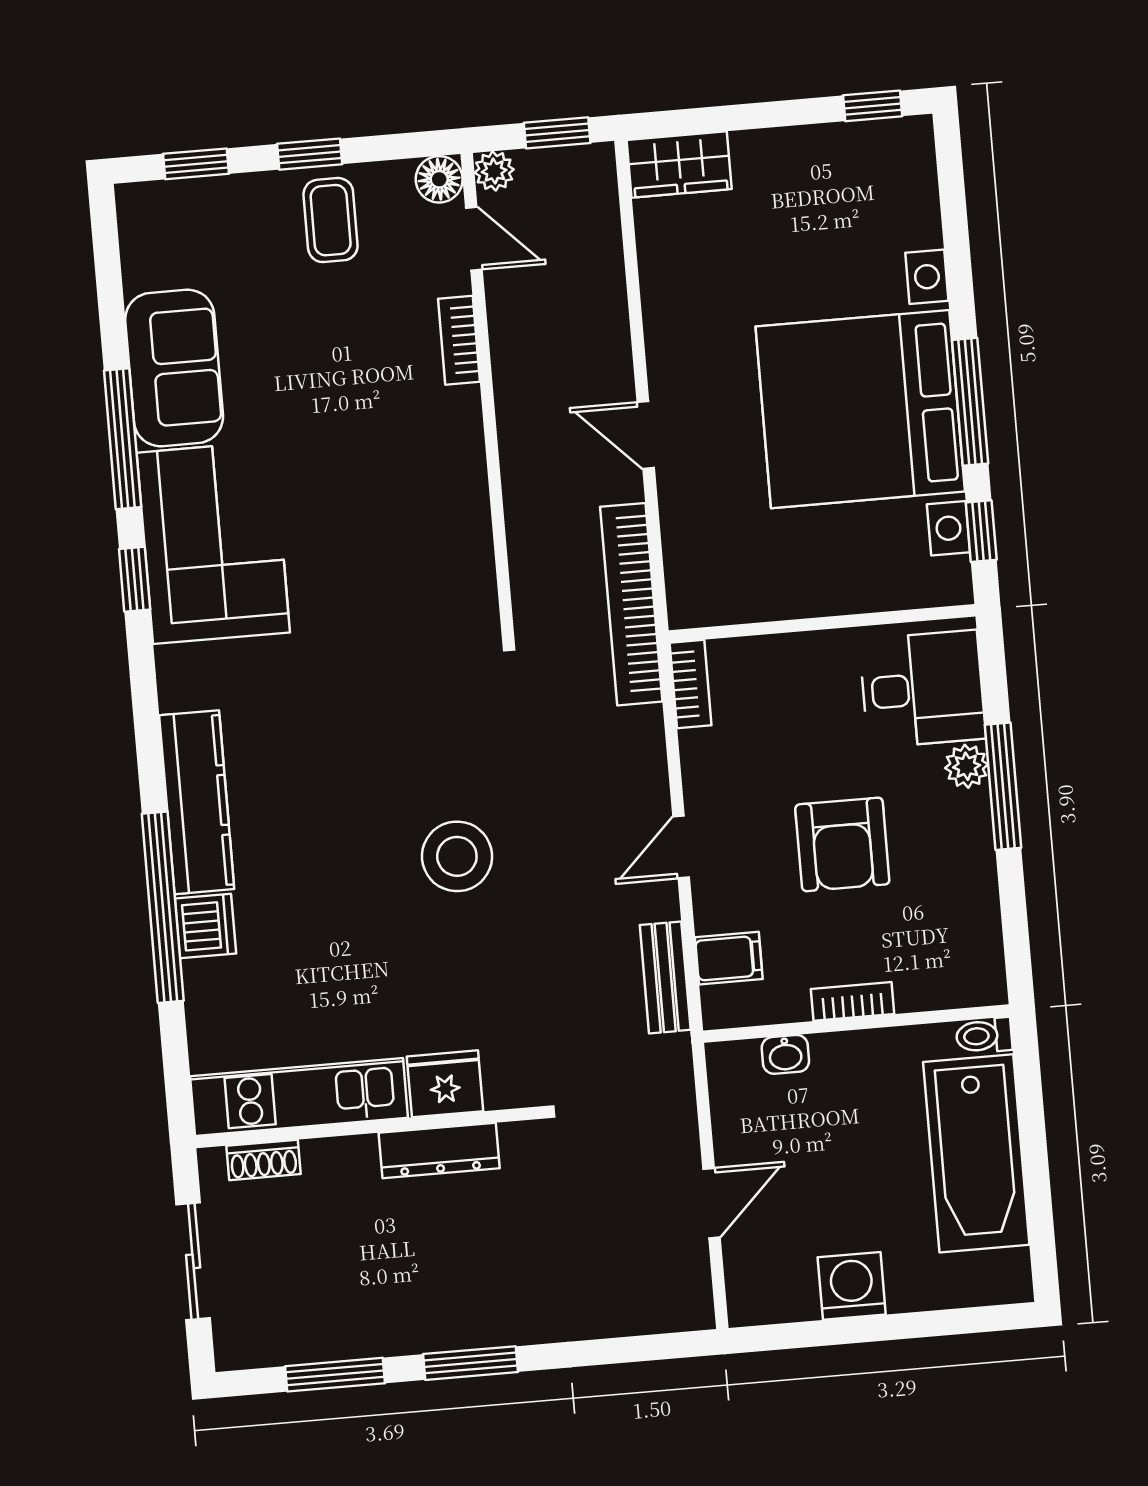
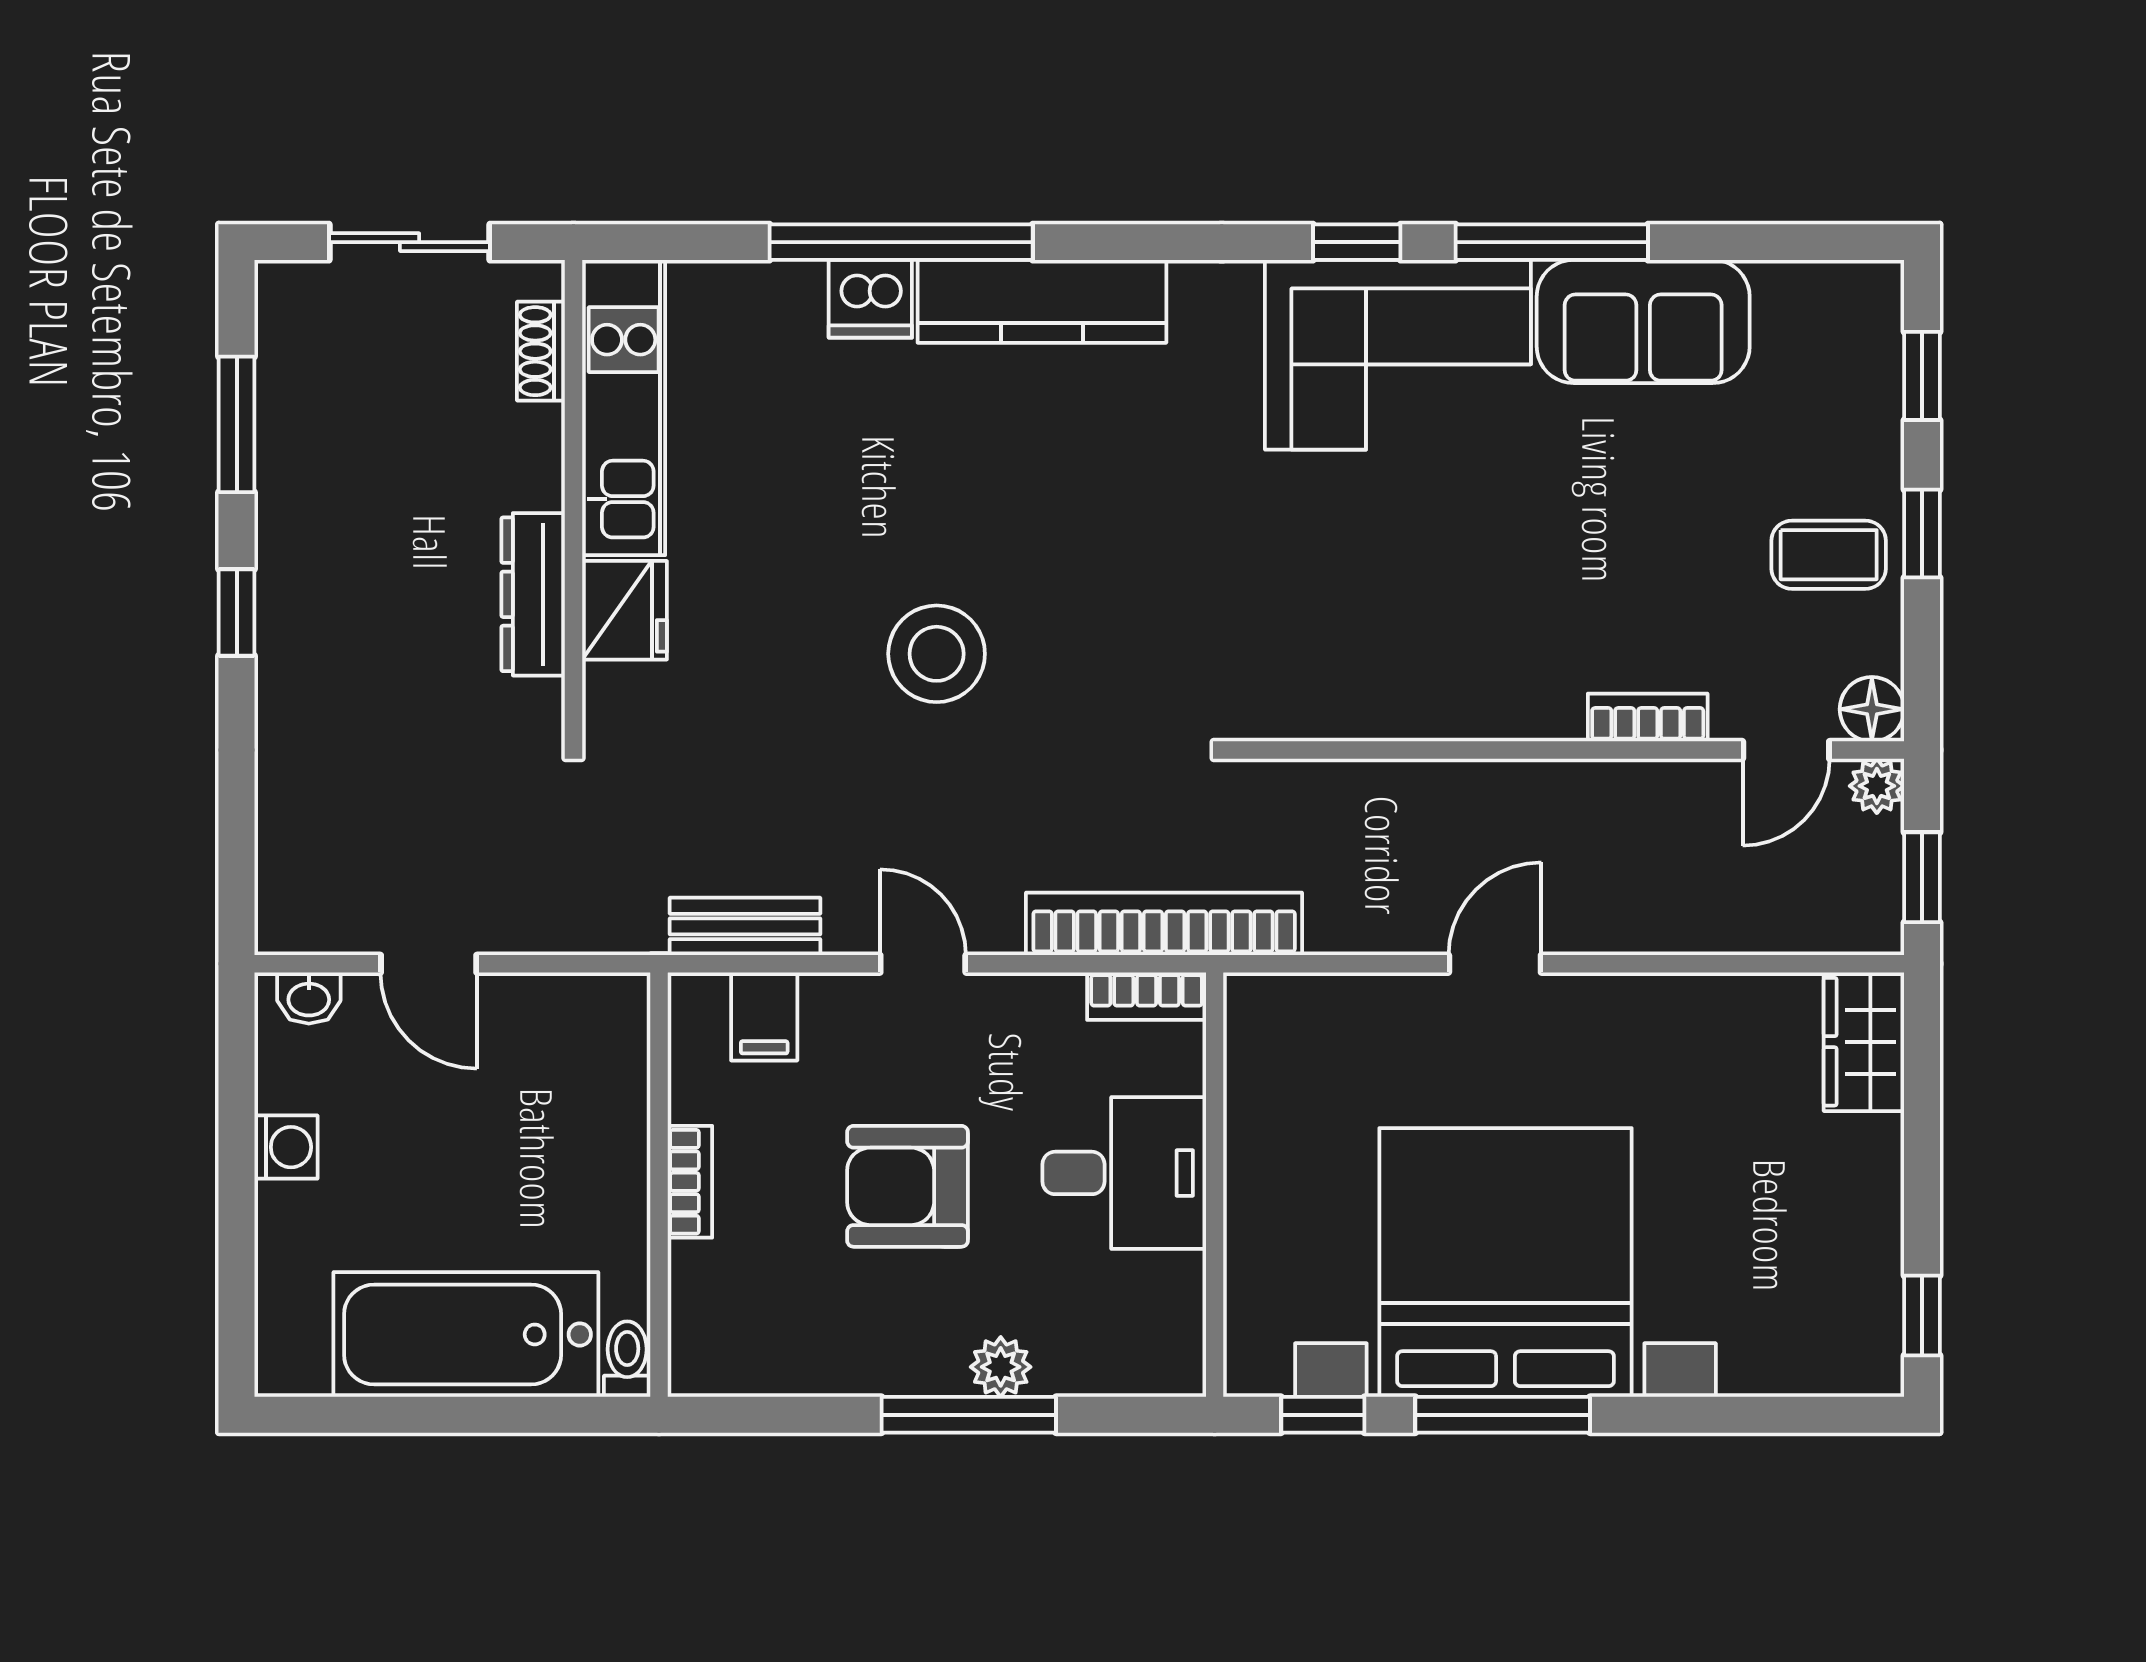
bookcase: (631, 604) -> (1164, 924), moved
desk: (922, 689) -> (1124, 1173), moved, turned -90
washbasin: (785, 1054) -> (309, 998), moved, turned -90
washing machine: (852, 1286) -> (286, 1147), width x0.73, depth x0.73
window: (470, 1363) -> (237, 612), width x0.67

